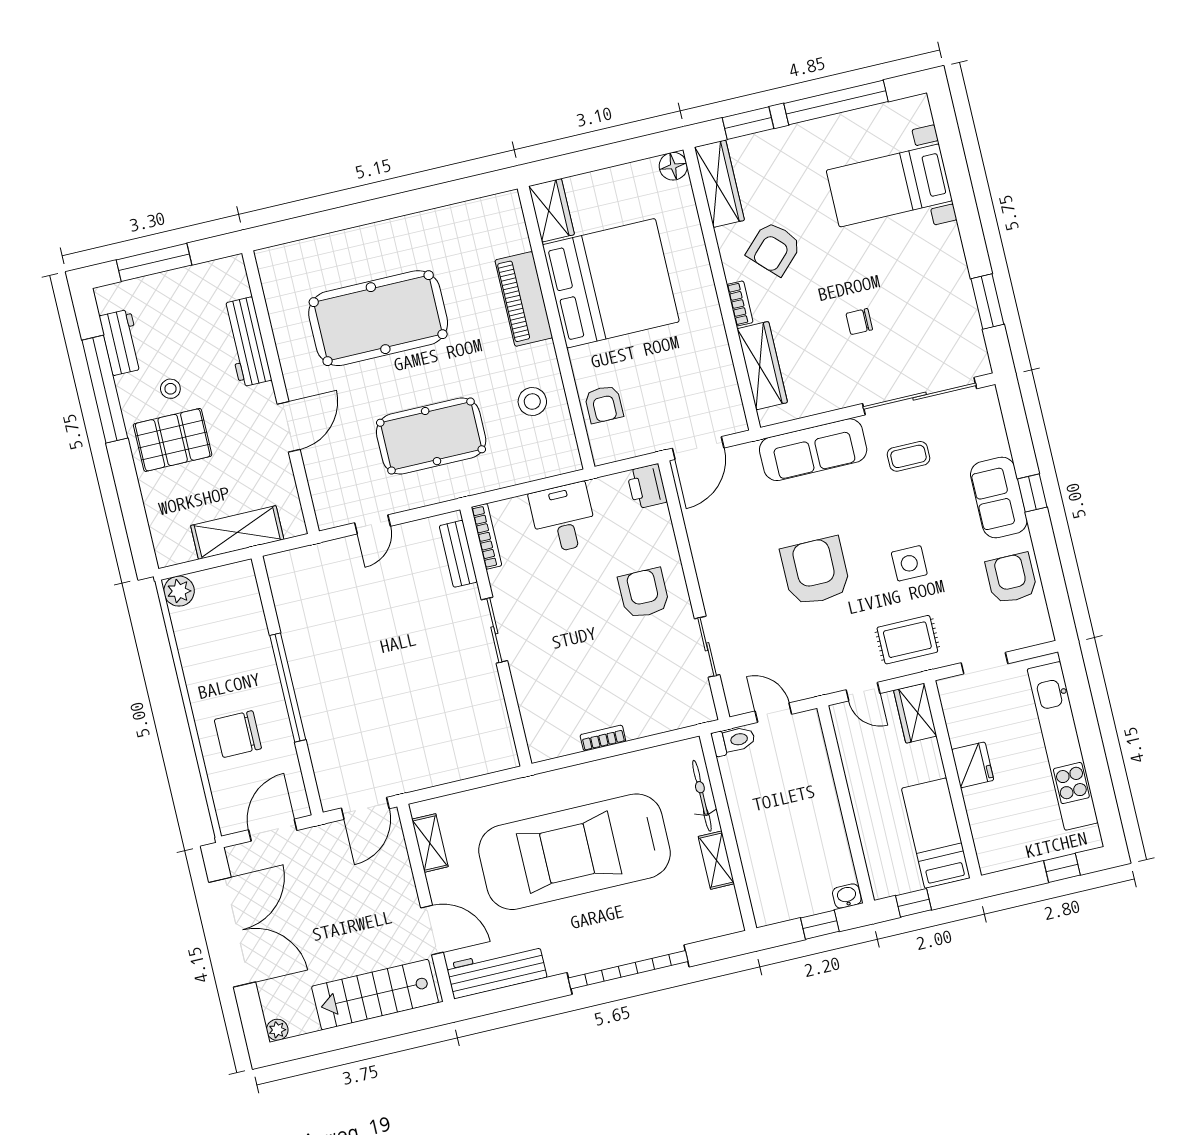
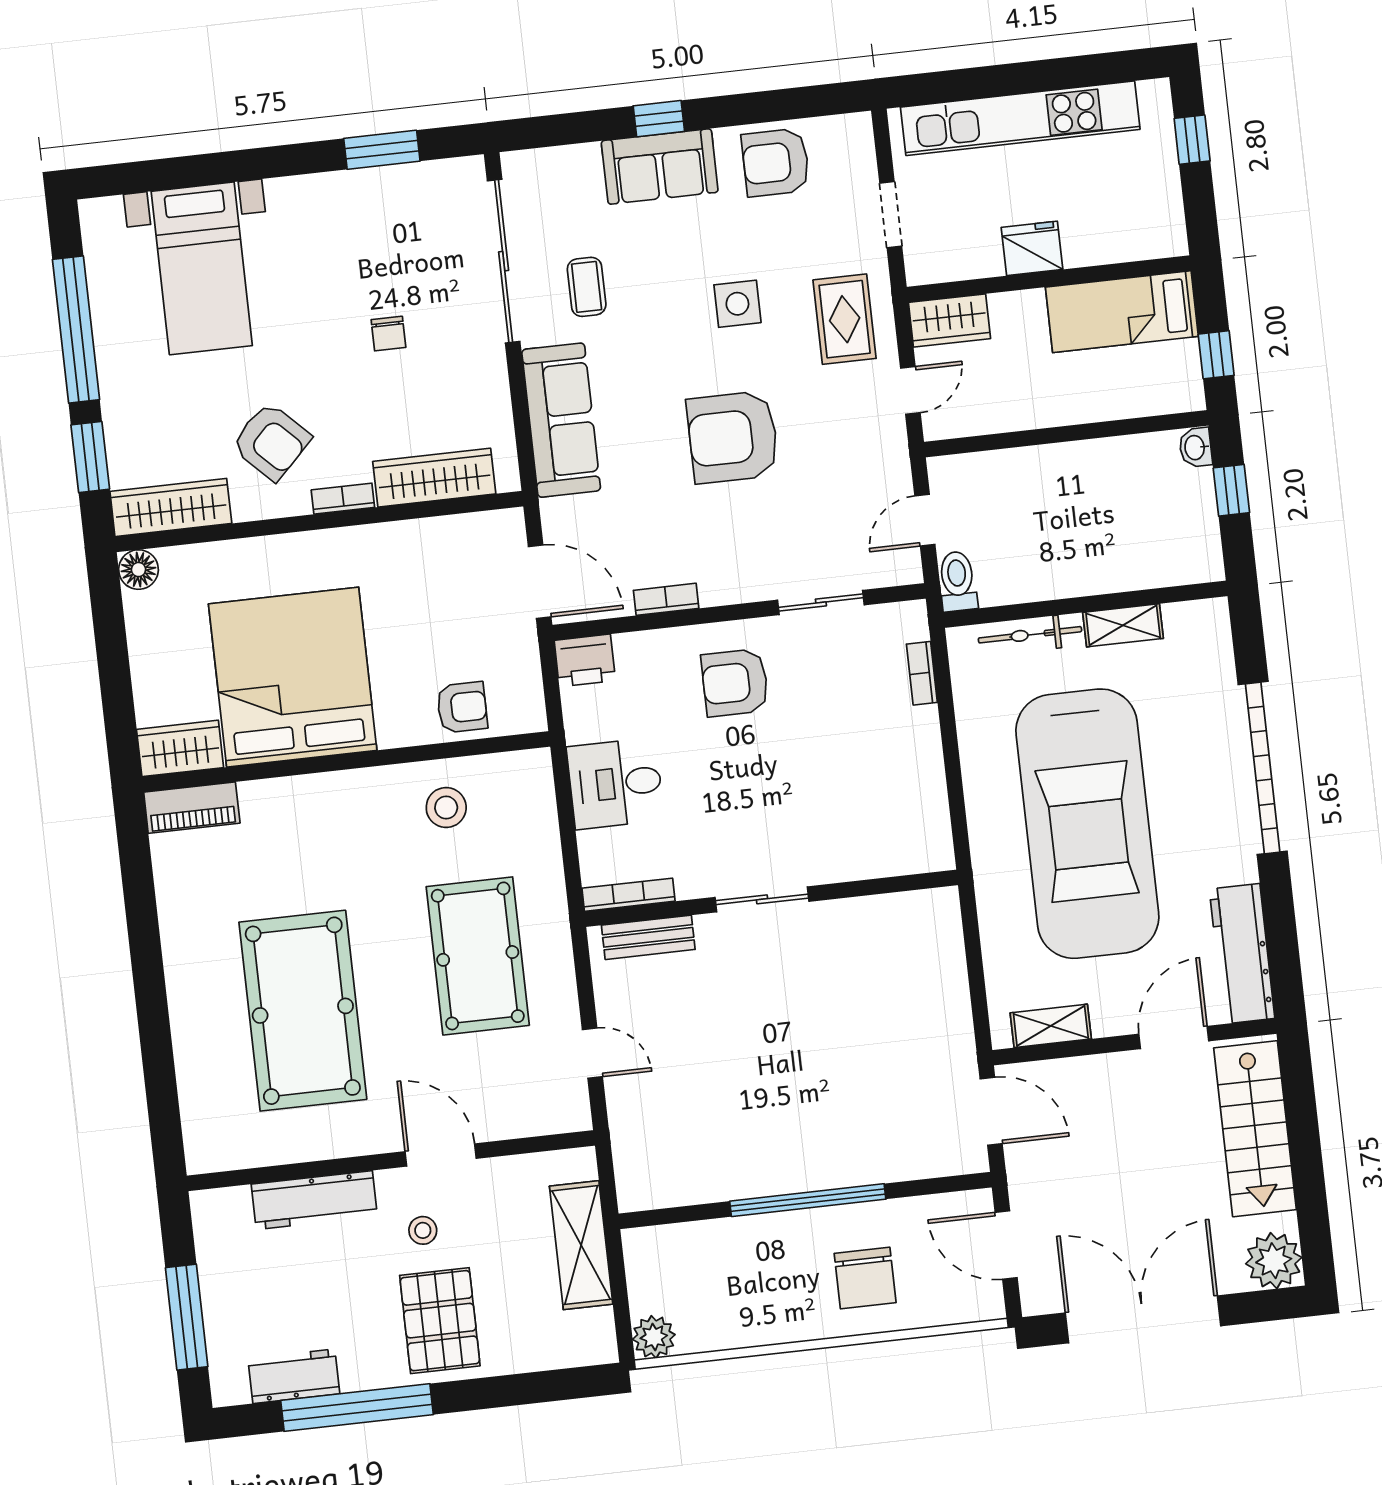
piano: (524, 299) -> (192, 808), moved, width x0.73, depth x0.75
stool: (170, 389) -> (423, 1230), moved
bookcase: (696, 538) -> (666, 599), added
bookcase: (603, 738) -> (922, 673), moved
plant: (277, 1030) -> (1274, 1261), width x1.87, depth x1.87

